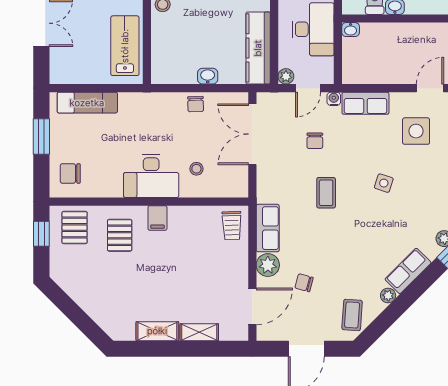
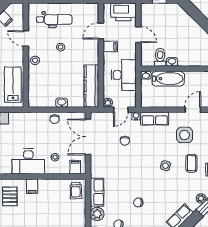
bathtub: (388, 35) -> (168, 79), added
filing cabinet: (231, 186) -> (75, 167), added
coffee table: (326, 193) -> (191, 163), moved
chair: (338, 246) -> (138, 203), added

